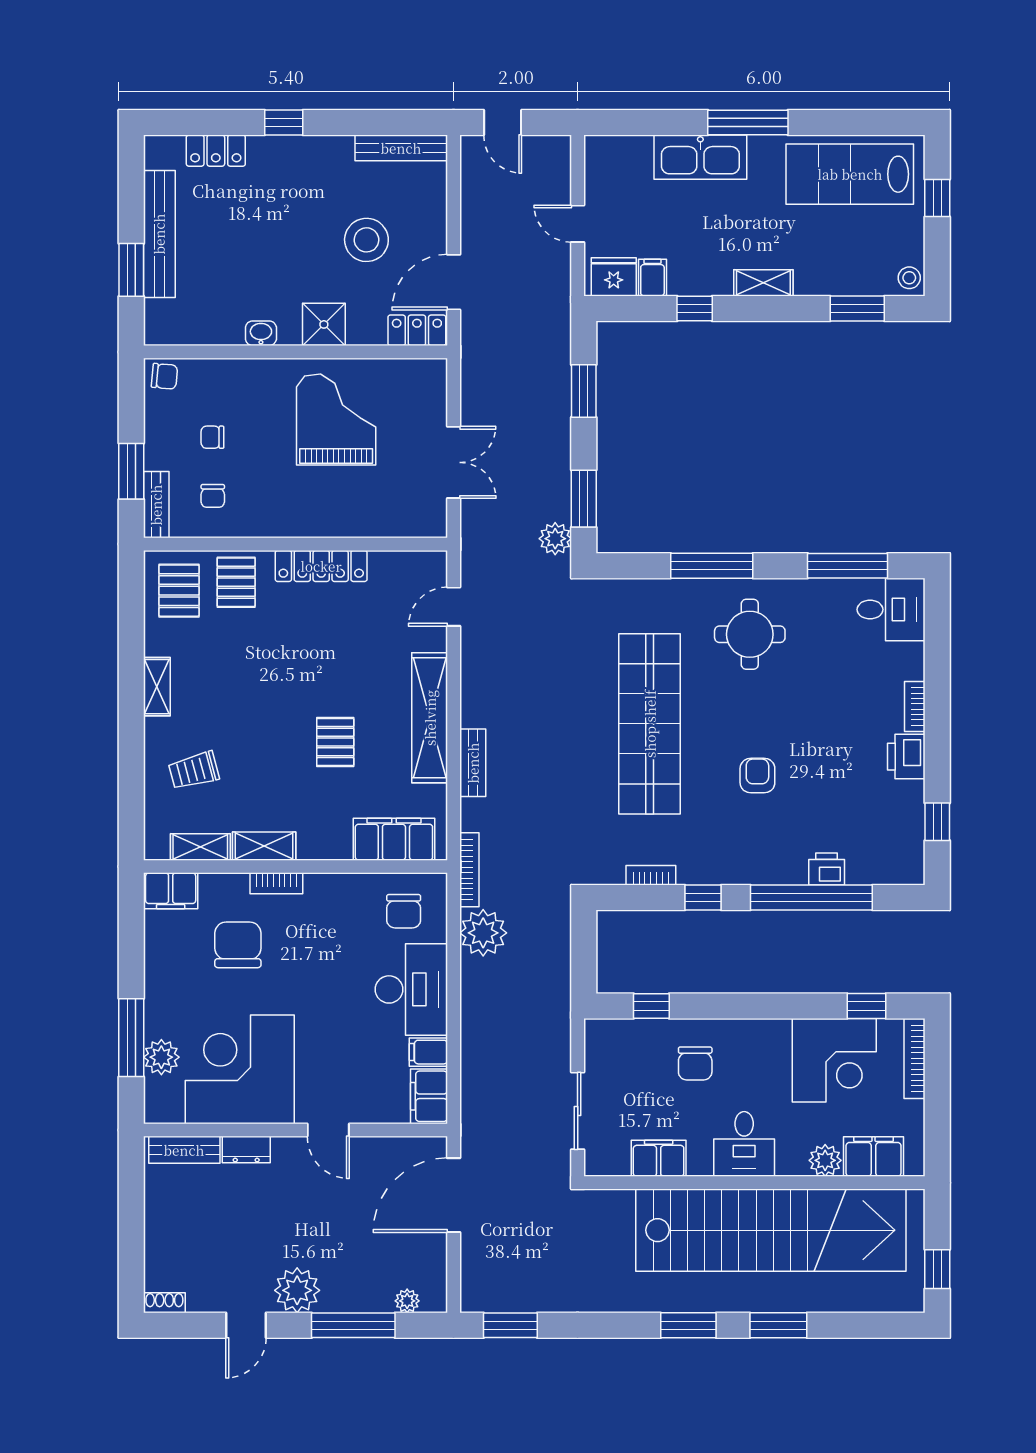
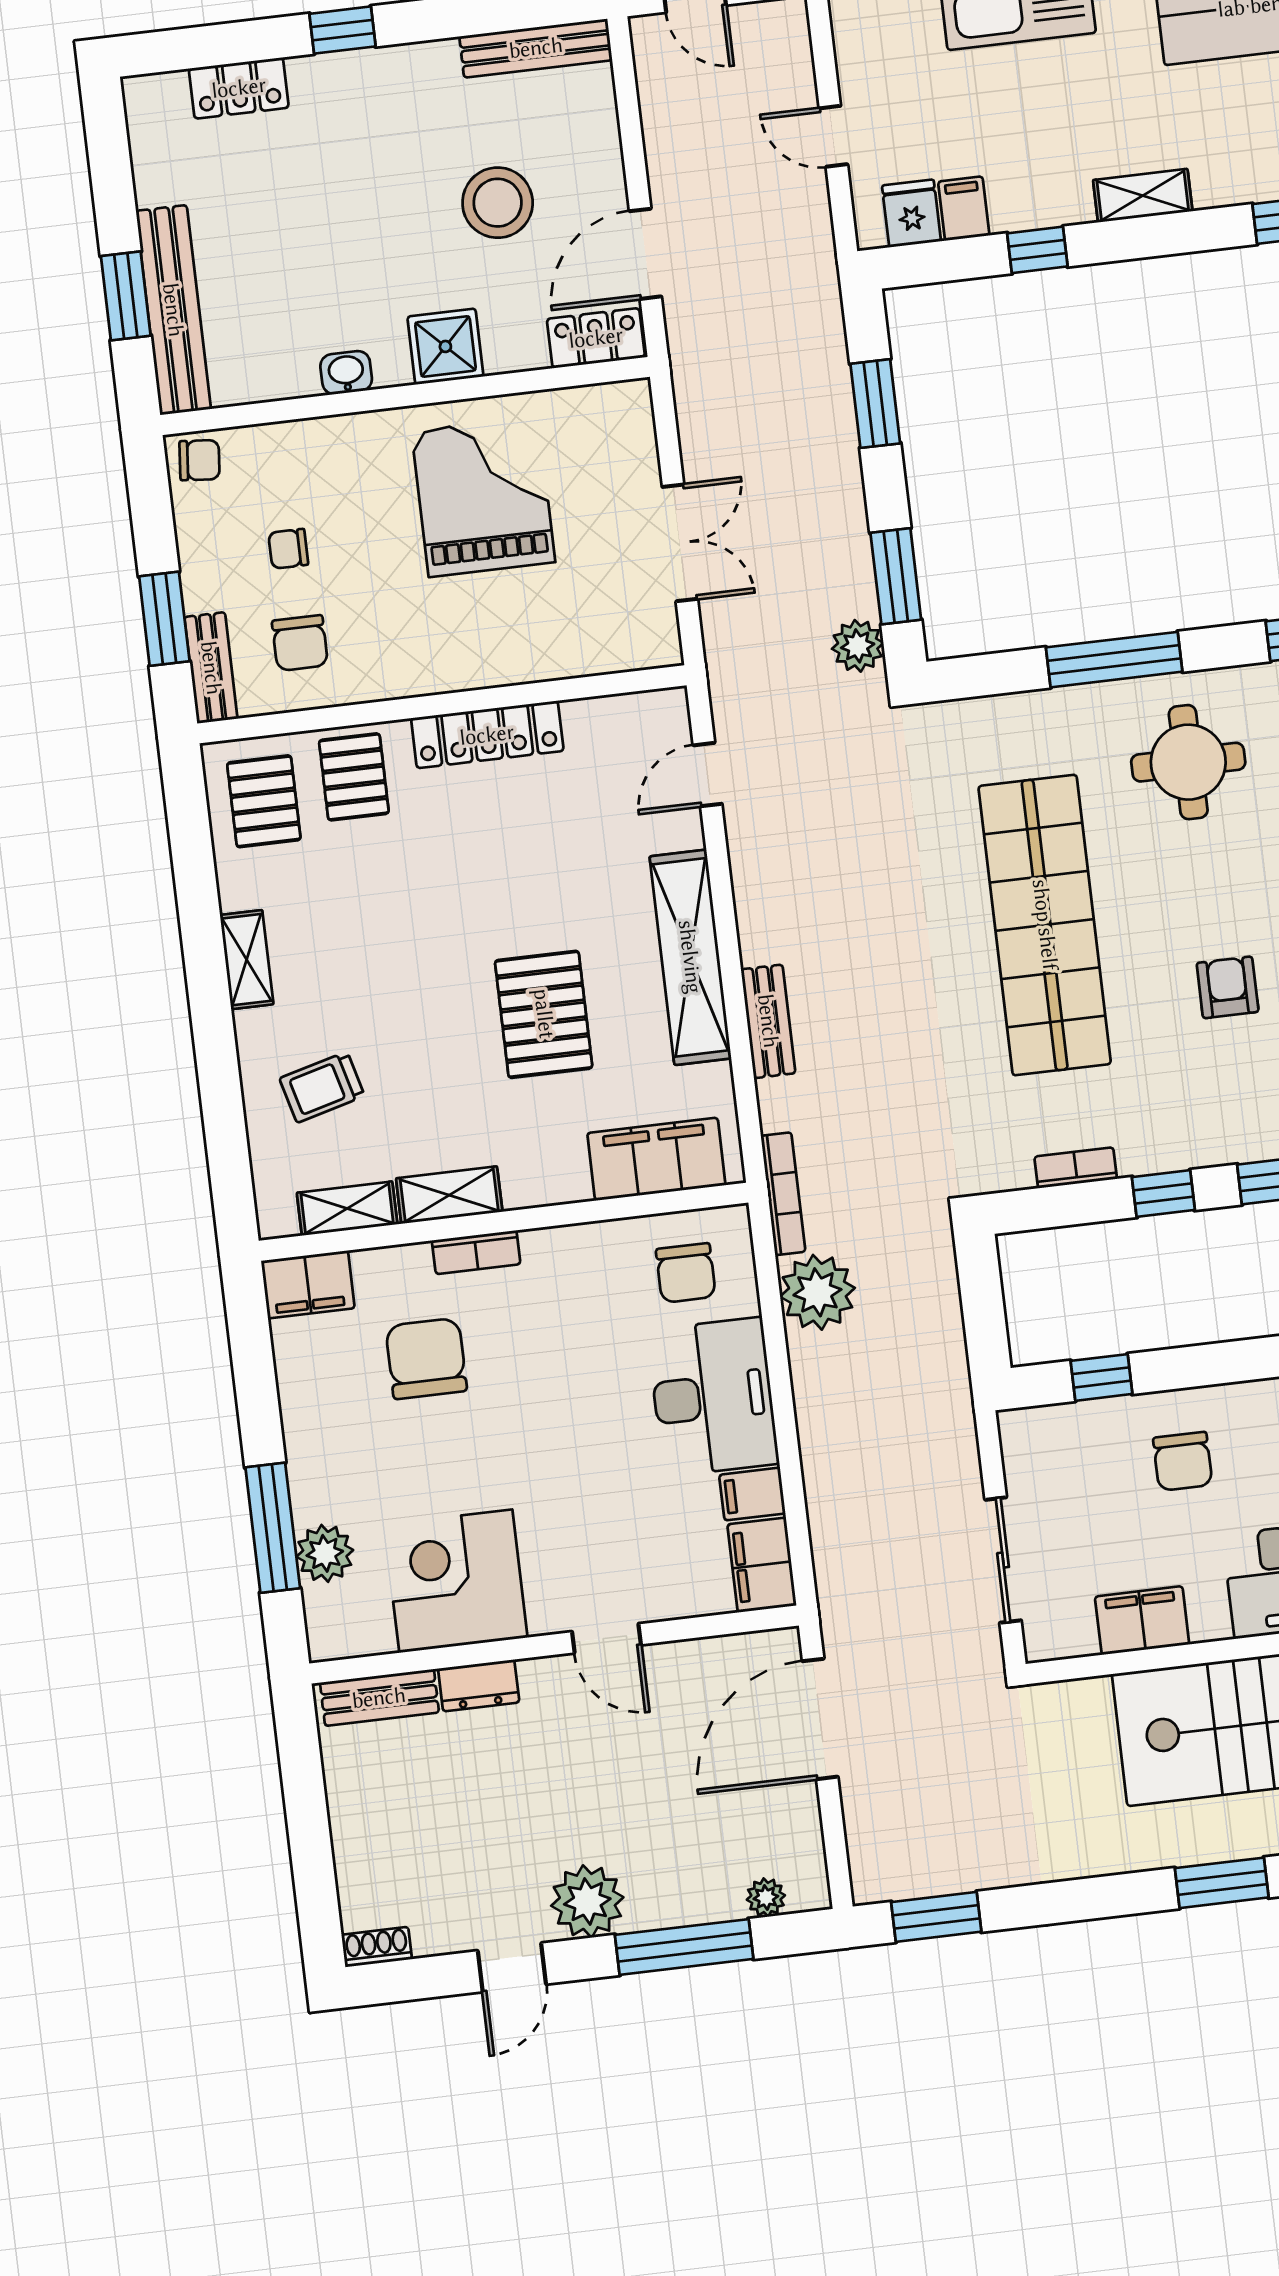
bench: (159, 234) -> (173, 310), moved
fridge: (614, 277) -> (911, 213), width x0.72
chair: (213, 496) -> (300, 643), width x1.37, depth x1.37
pallet: (335, 742) -> (544, 1014), width x1.50, depth x1.42
corner desk: (240, 1069) -> (456, 1581), width x0.74, depth x0.74

